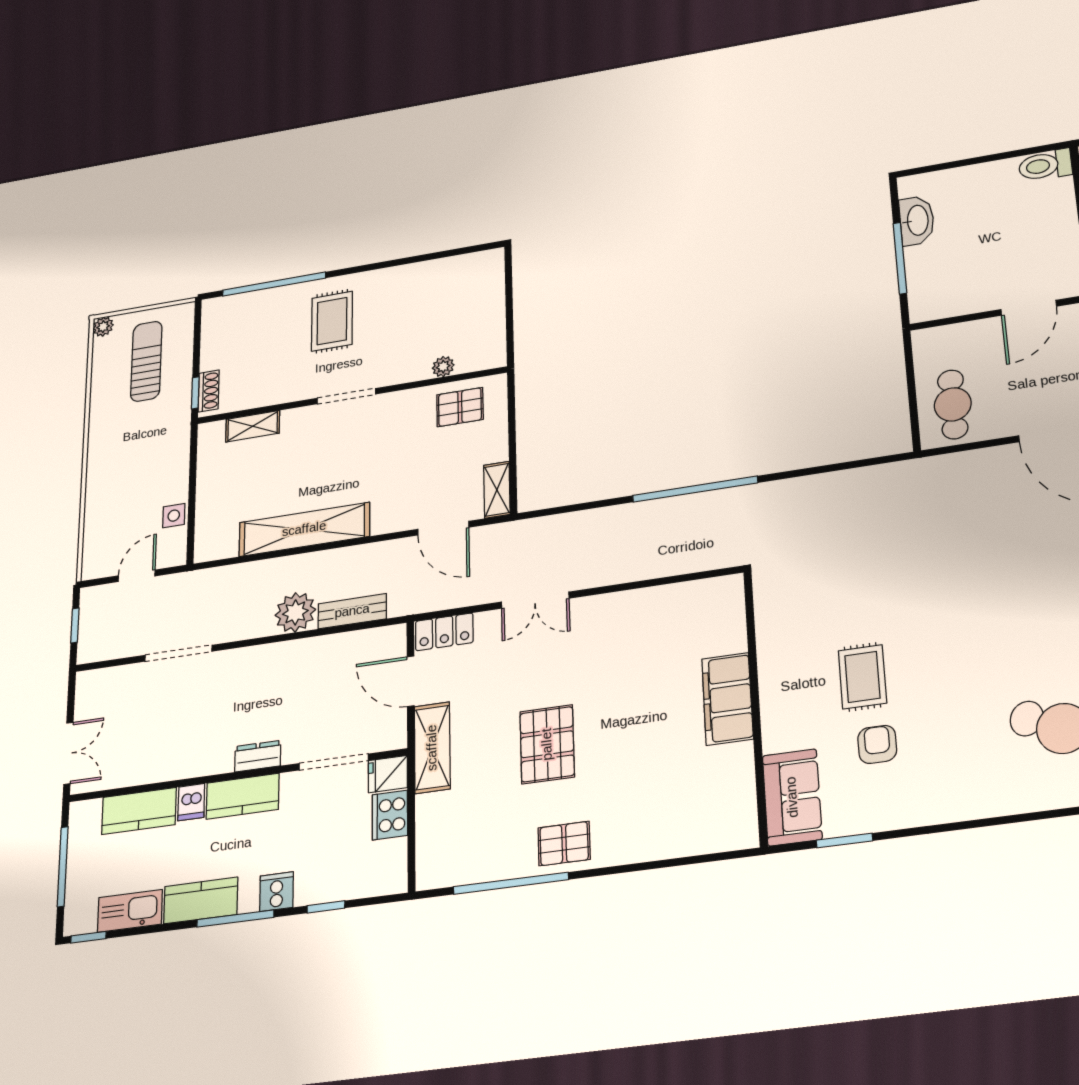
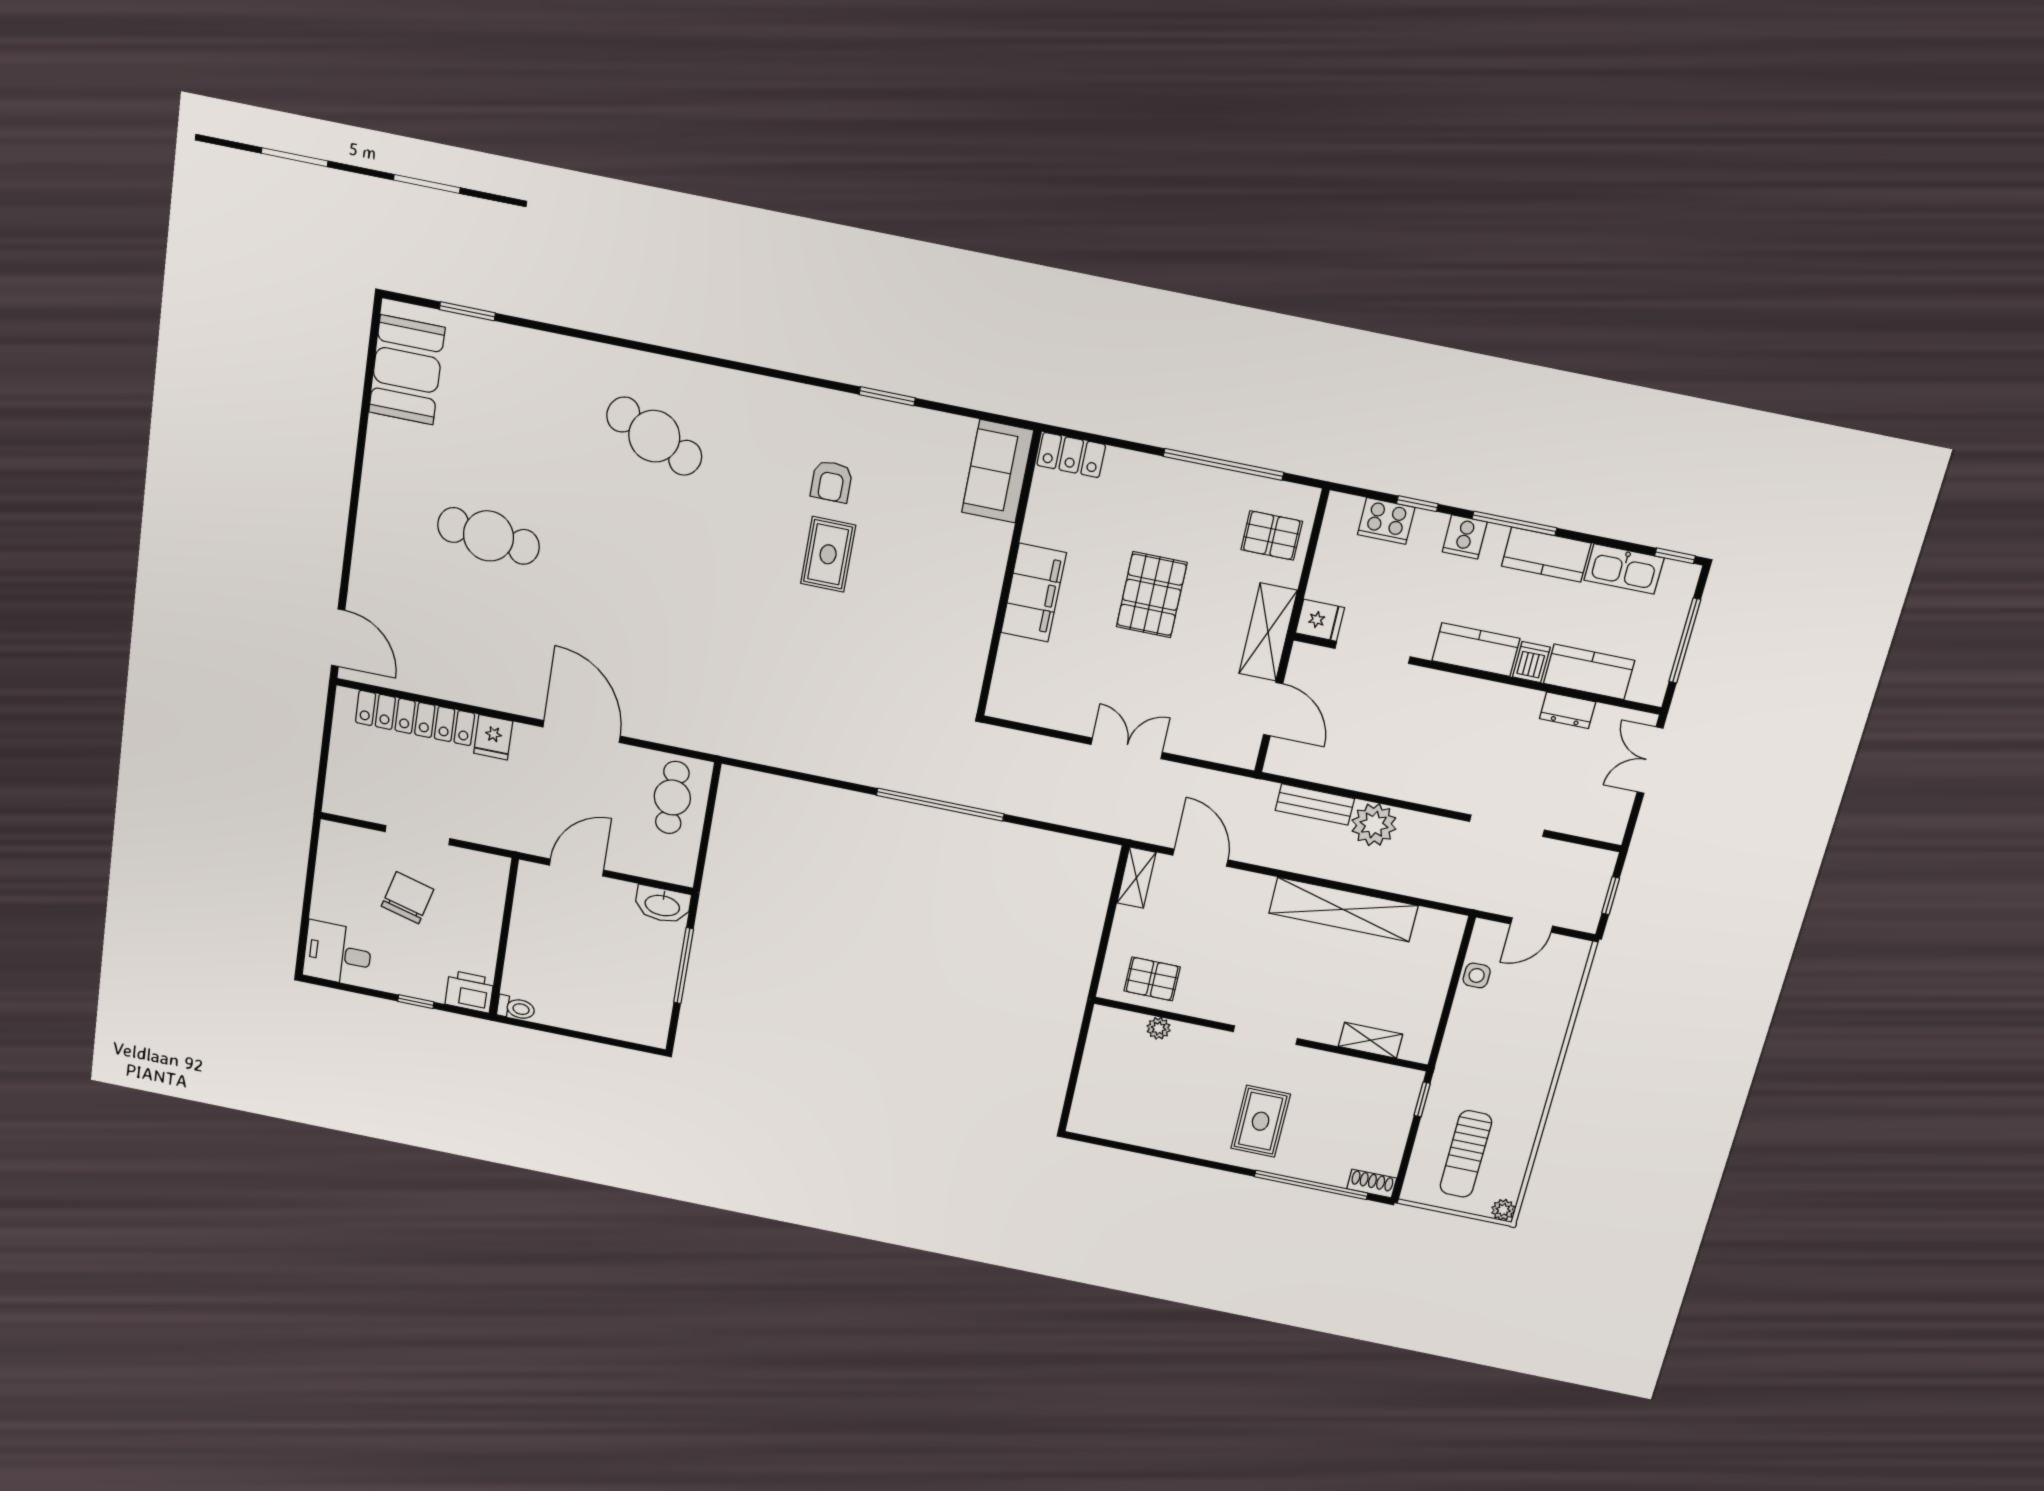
toilet: (1045, 165) -> (516, 1008), width x0.73, depth x0.72
washbasin: (917, 220) -> (662, 905), moved, turned -90
shoe rack: (209, 391) -> (1372, 1184), moved, turned 90
locker: (444, 632) -> (1071, 455), moved, turned 180
filing cabinet: (727, 699) -> (1034, 593), moved
wall: (755, 706) -> (1009, 575), moved
dresser: (258, 756) -> (1568, 710), moved
sofa: (792, 797) -> (998, 471), moved
cooker: (390, 815) -> (1386, 521), moved, turned 90
pallet: (564, 844) -> (1272, 535), moved

